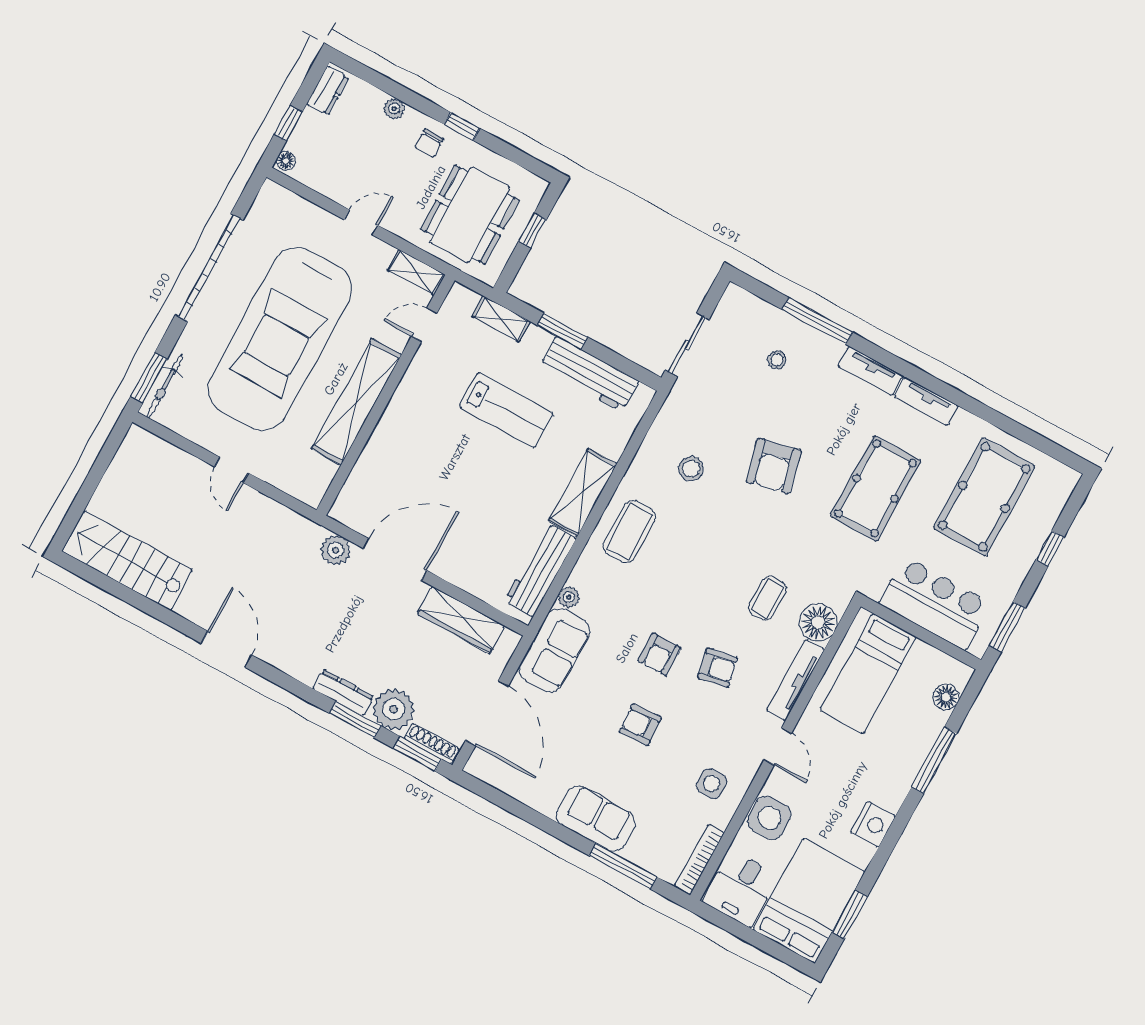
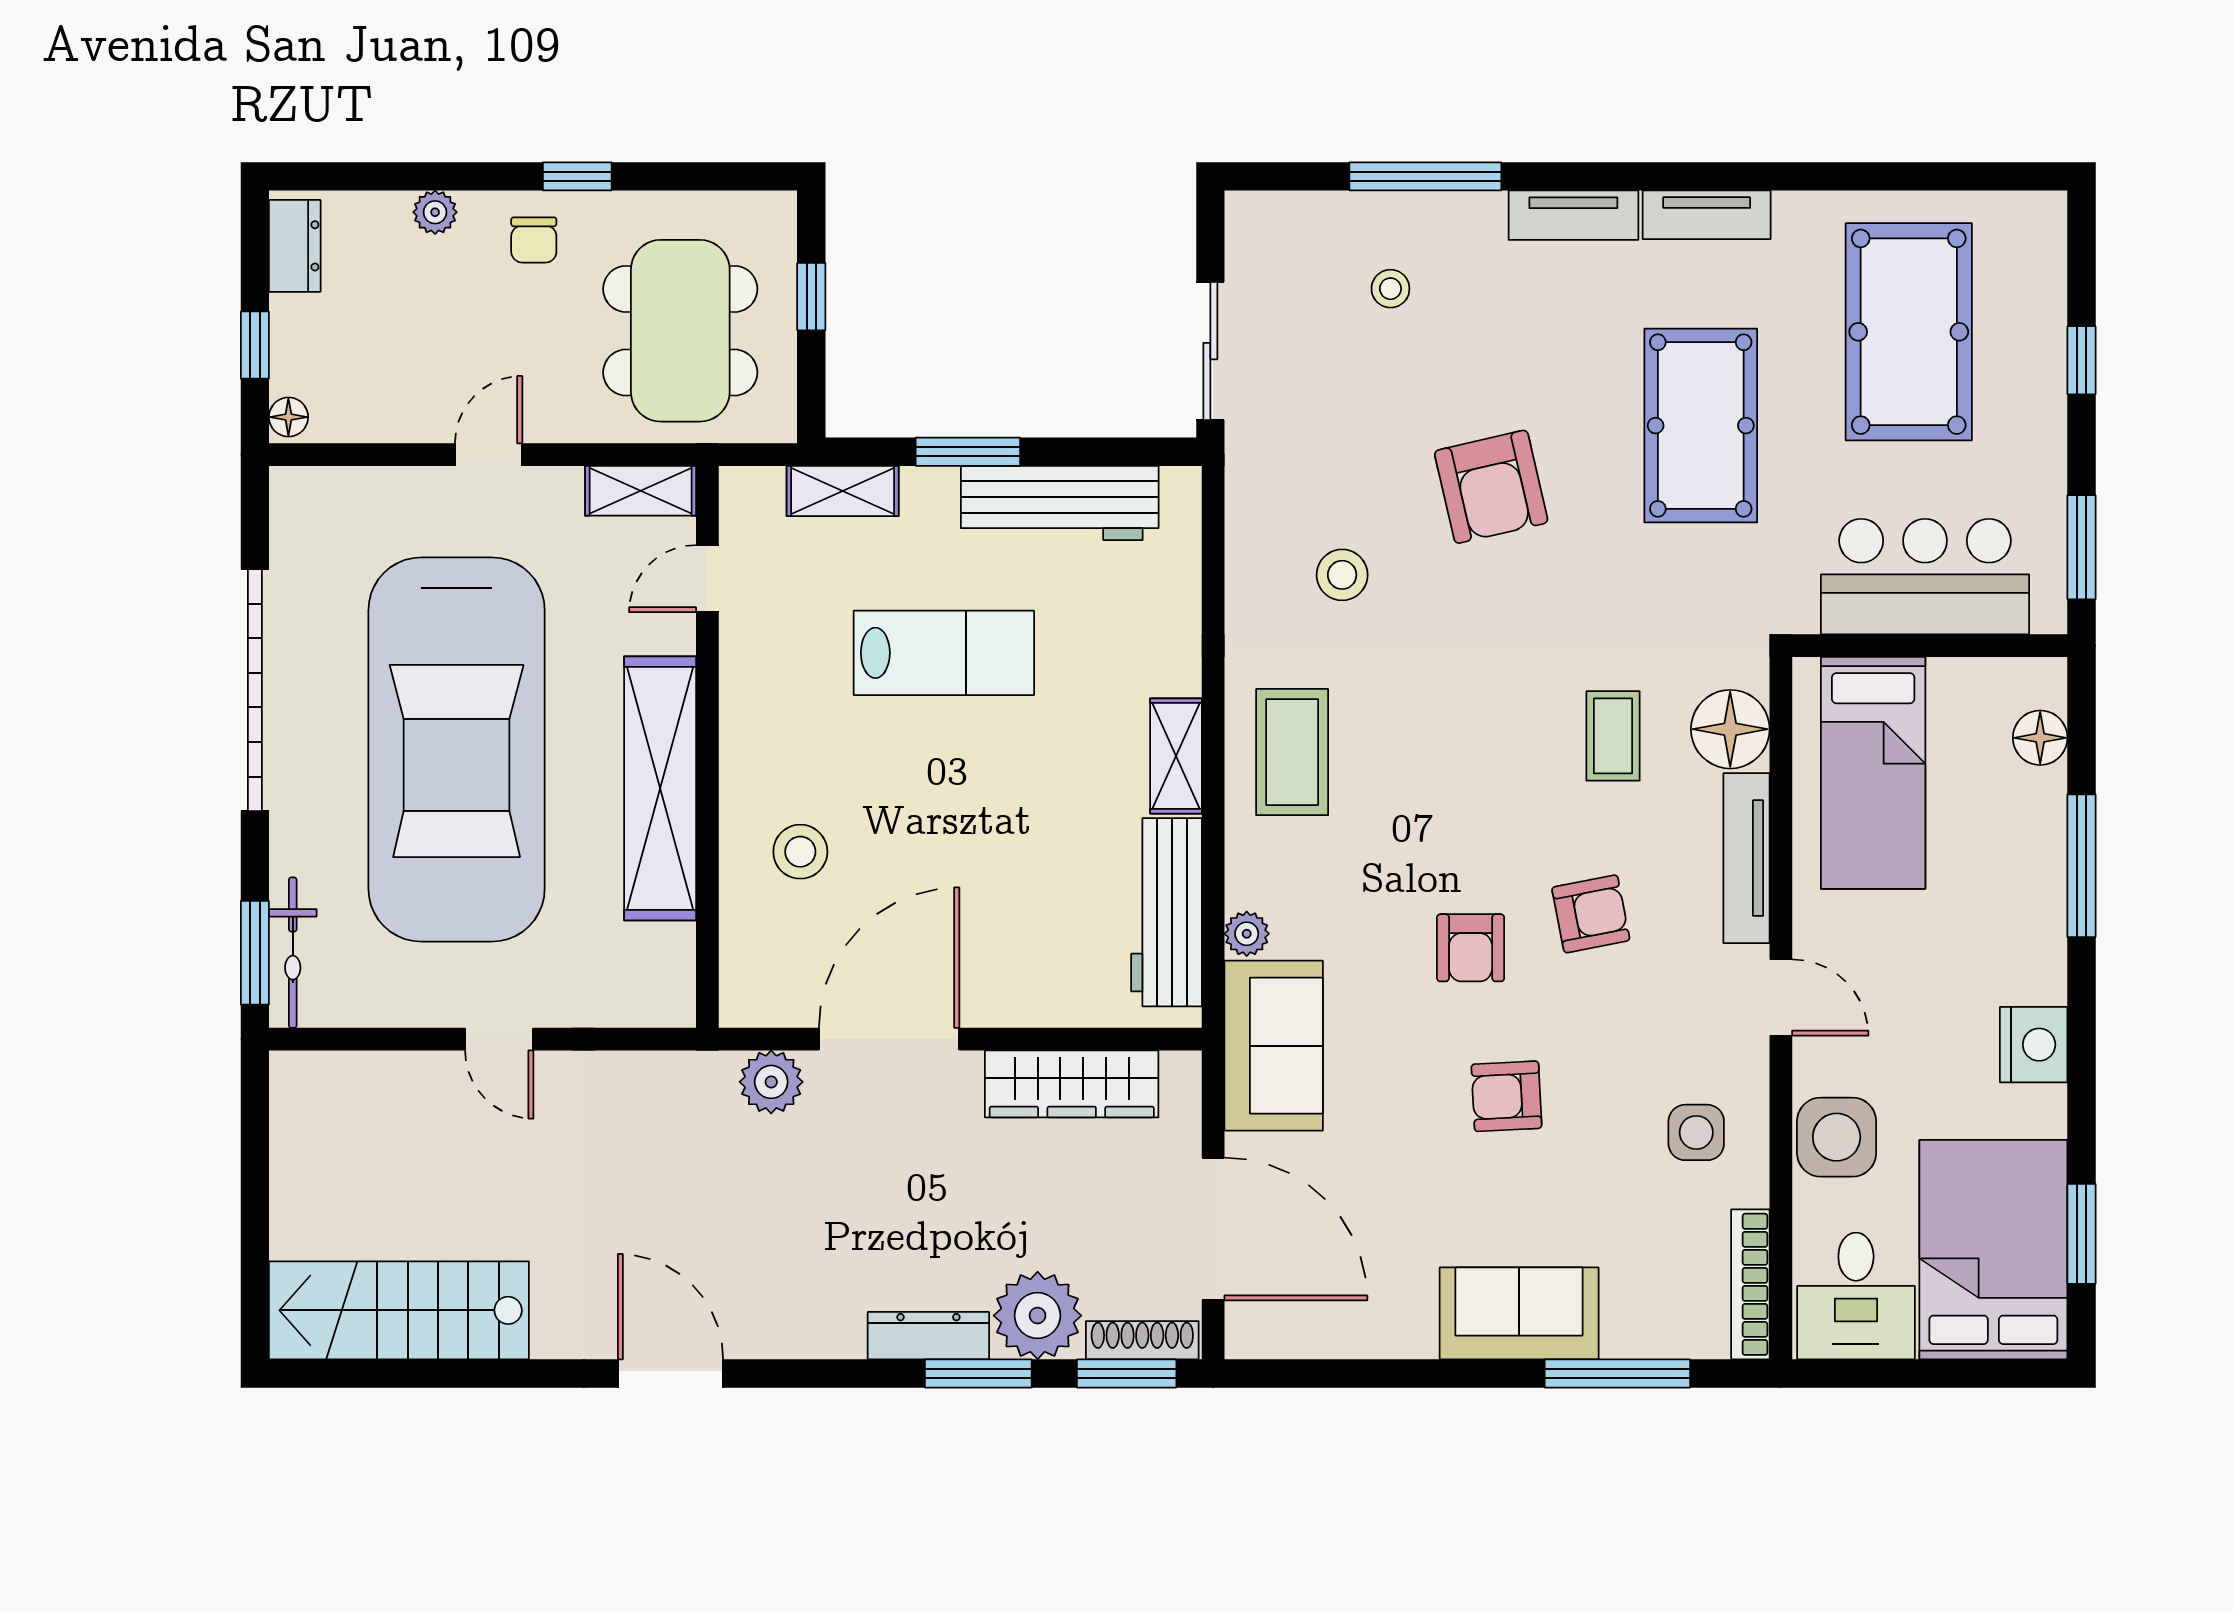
stool: (401, 460) -> (800, 852), added
shelving: (583, 492) -> (1176, 756), width x0.67, depth x0.75

